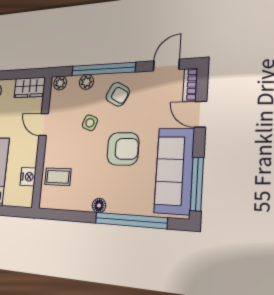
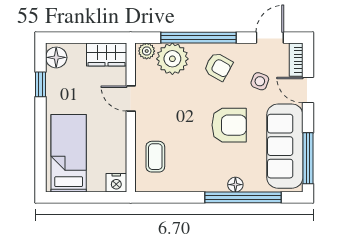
plant: (86, 82) -> (172, 59), width x1.88, depth x1.88
side table: (90, 123) -> (260, 81), moved
nightstand: (28, 177) -> (116, 183), moved, turned 90
coffee table: (58, 177) -> (155, 157), turned 90
floor lamp: (99, 206) -> (235, 185), moved

